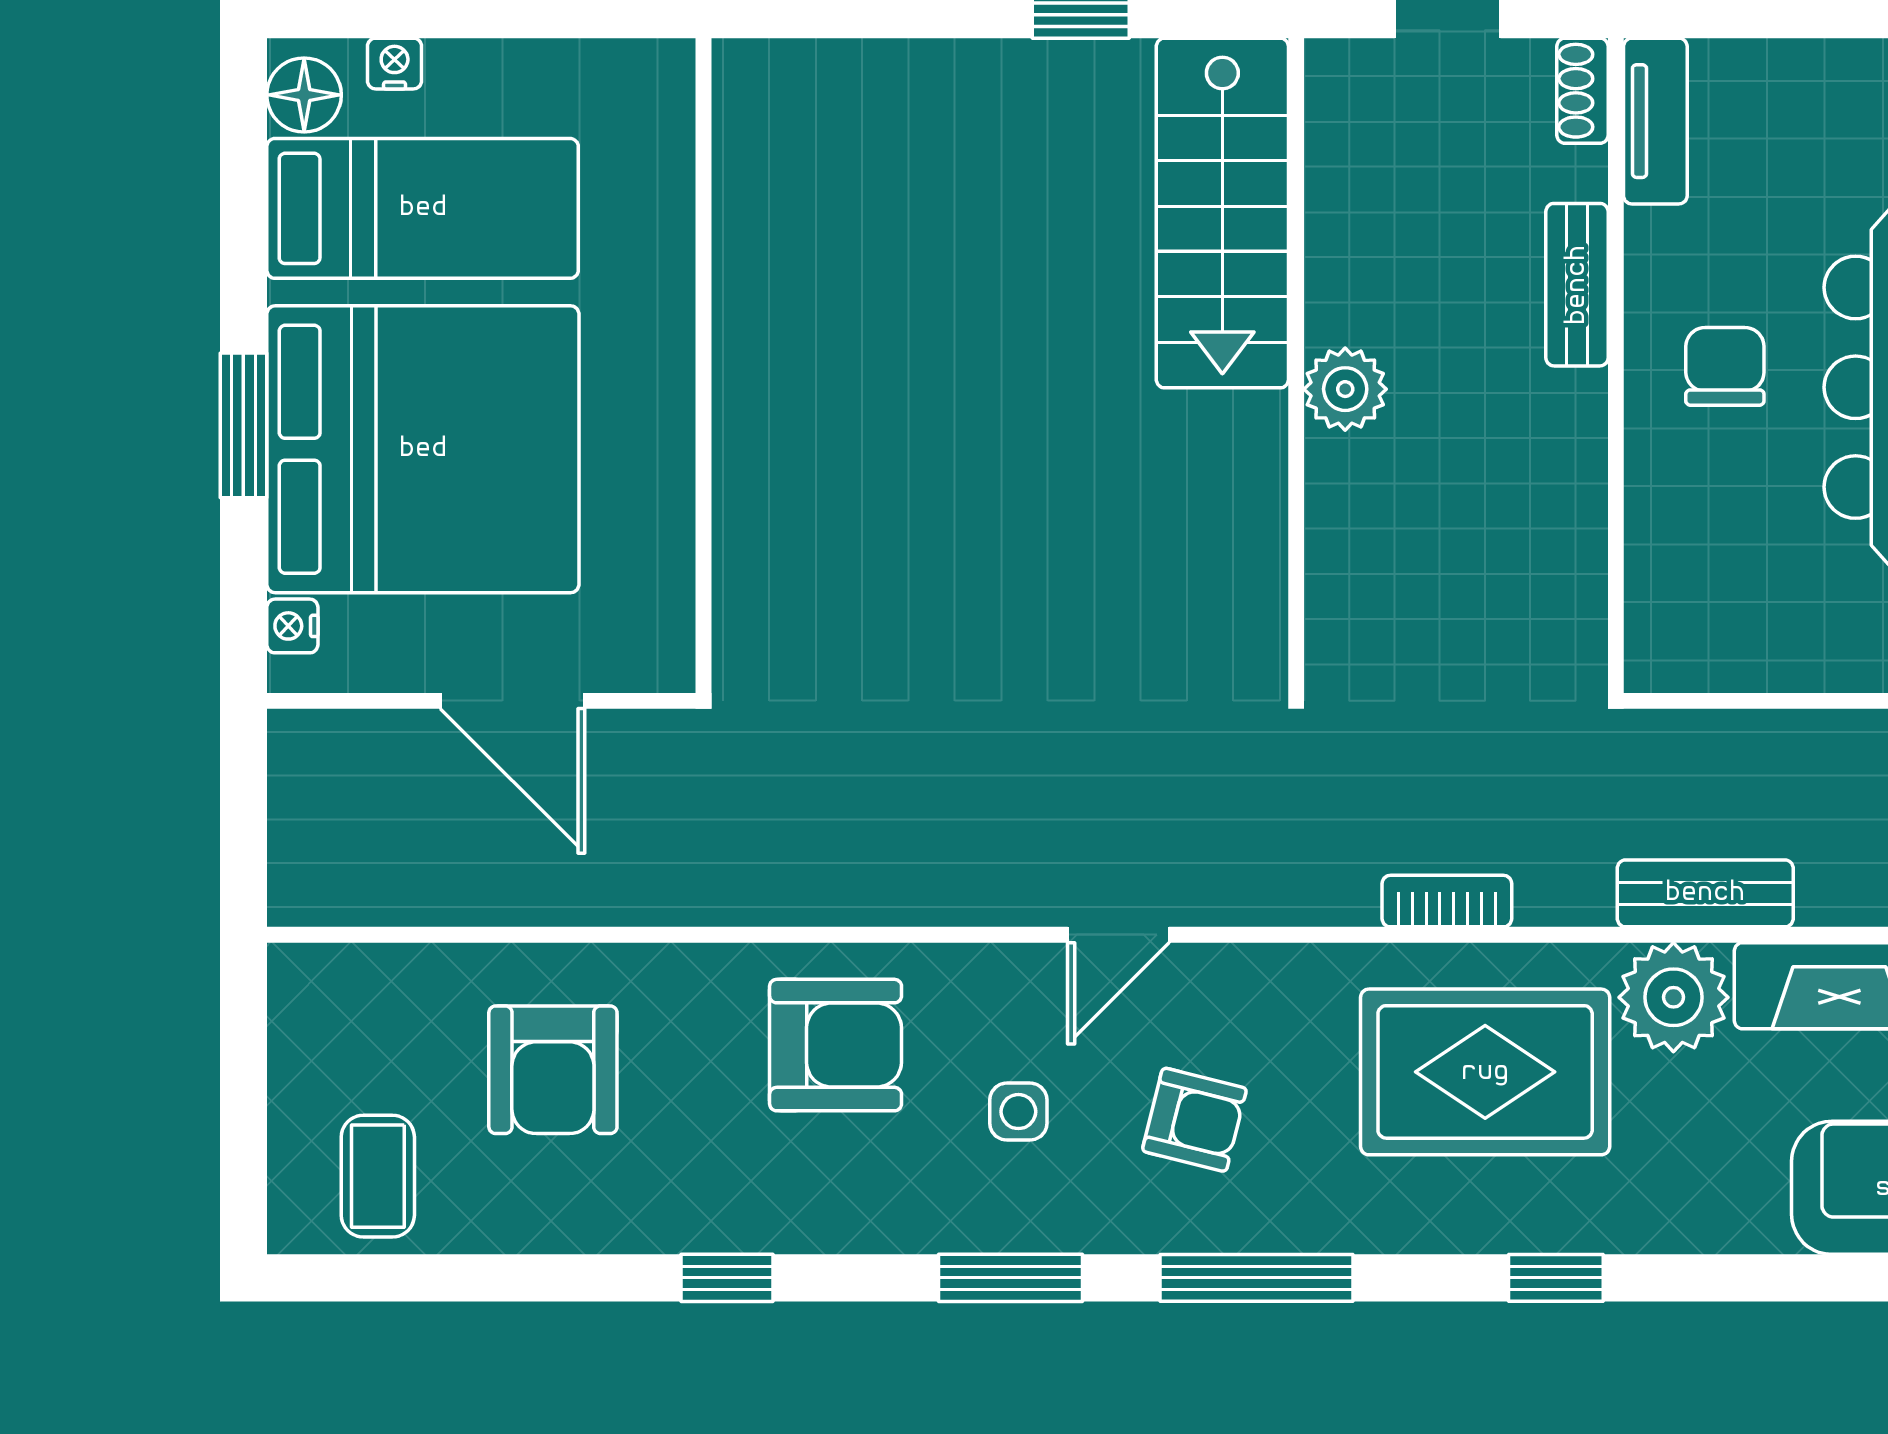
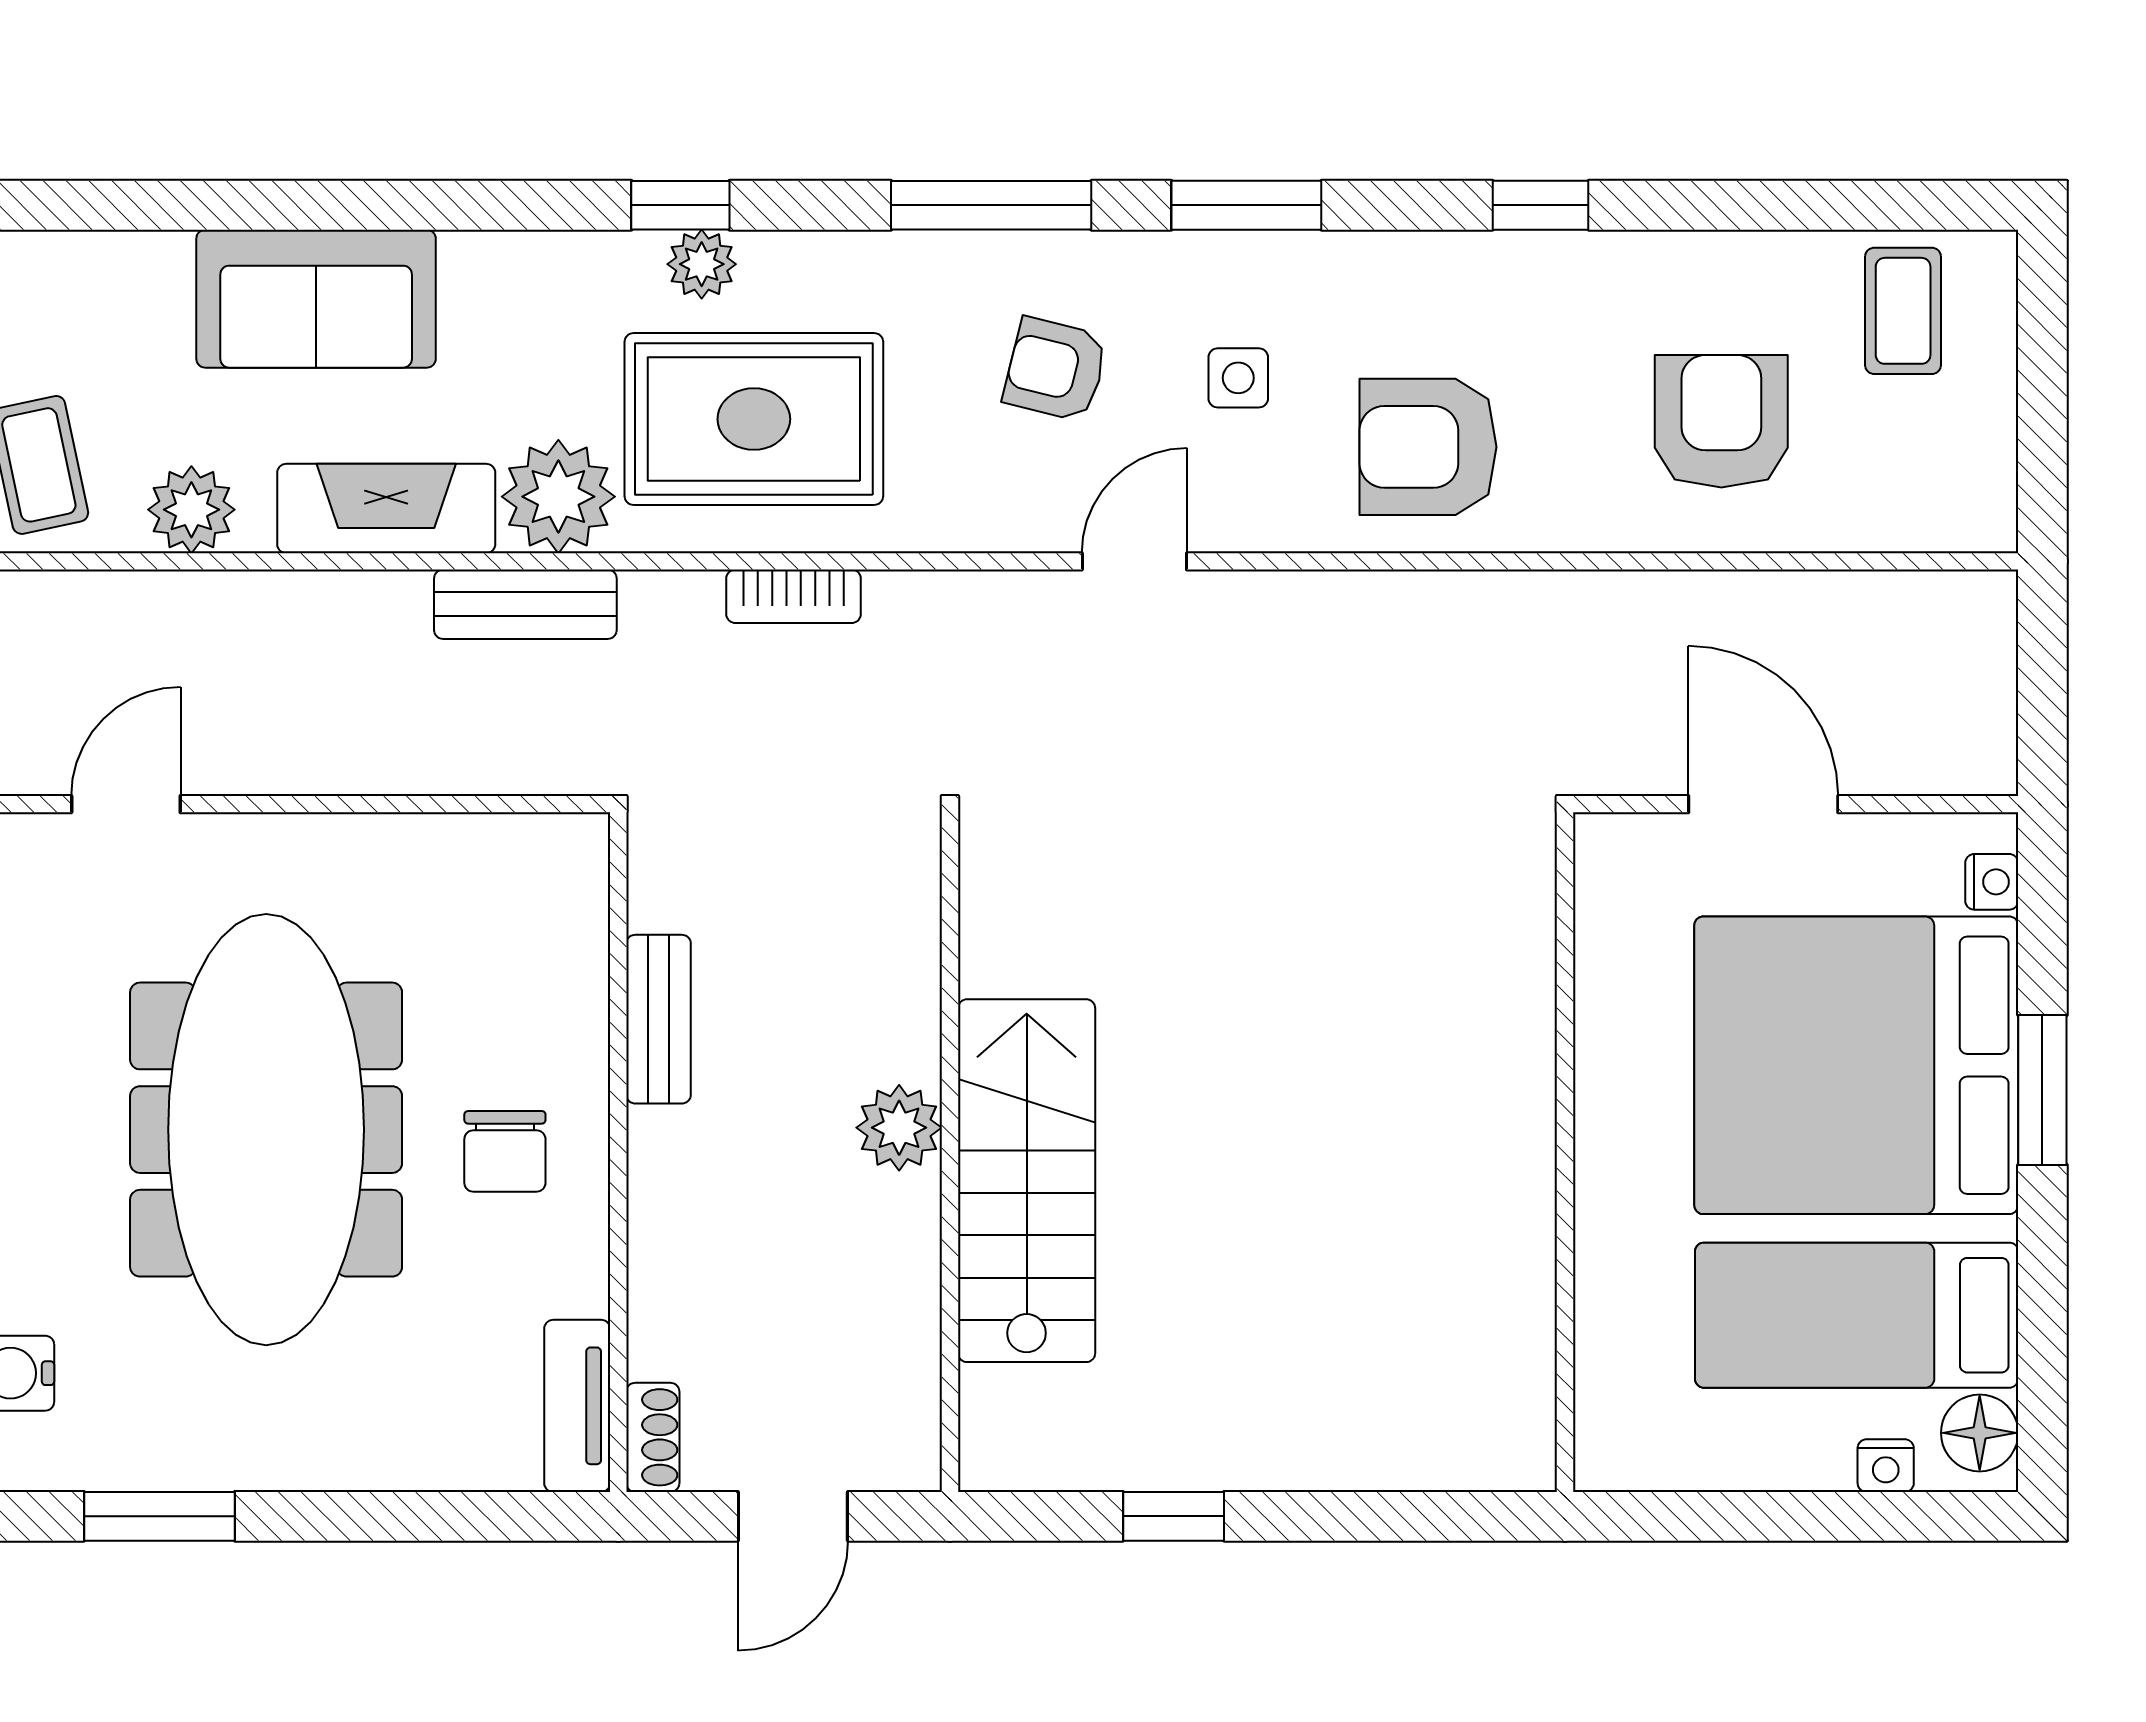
stairs: (1222, 213) -> (1027, 1181), moved
bench: (1577, 285) -> (658, 1019), moved
plant: (1535, 1221) -> (702, 264), added

